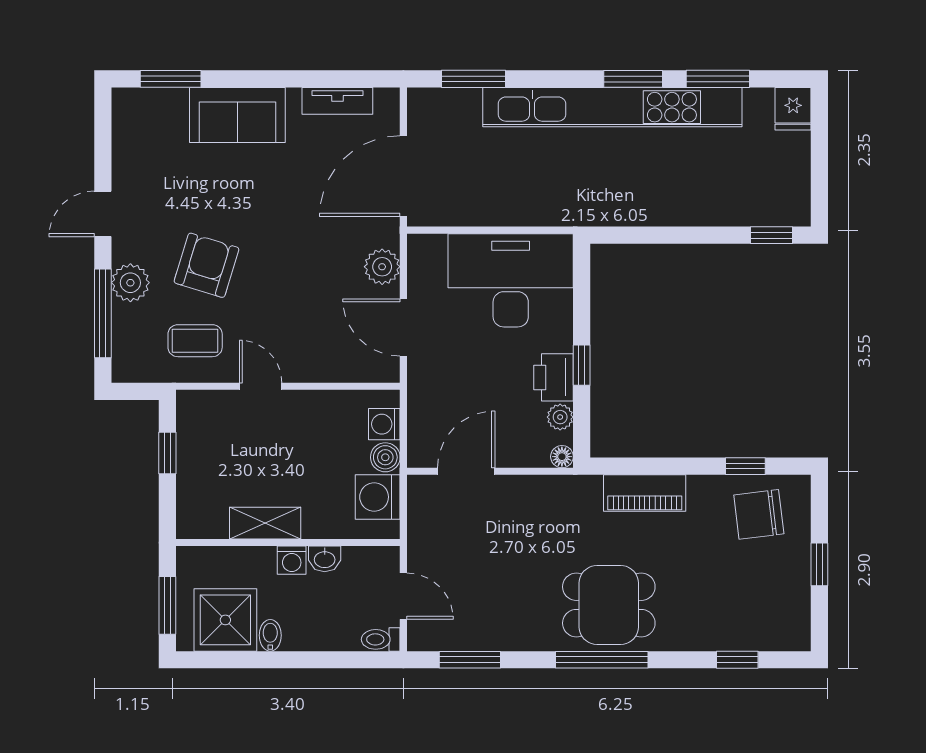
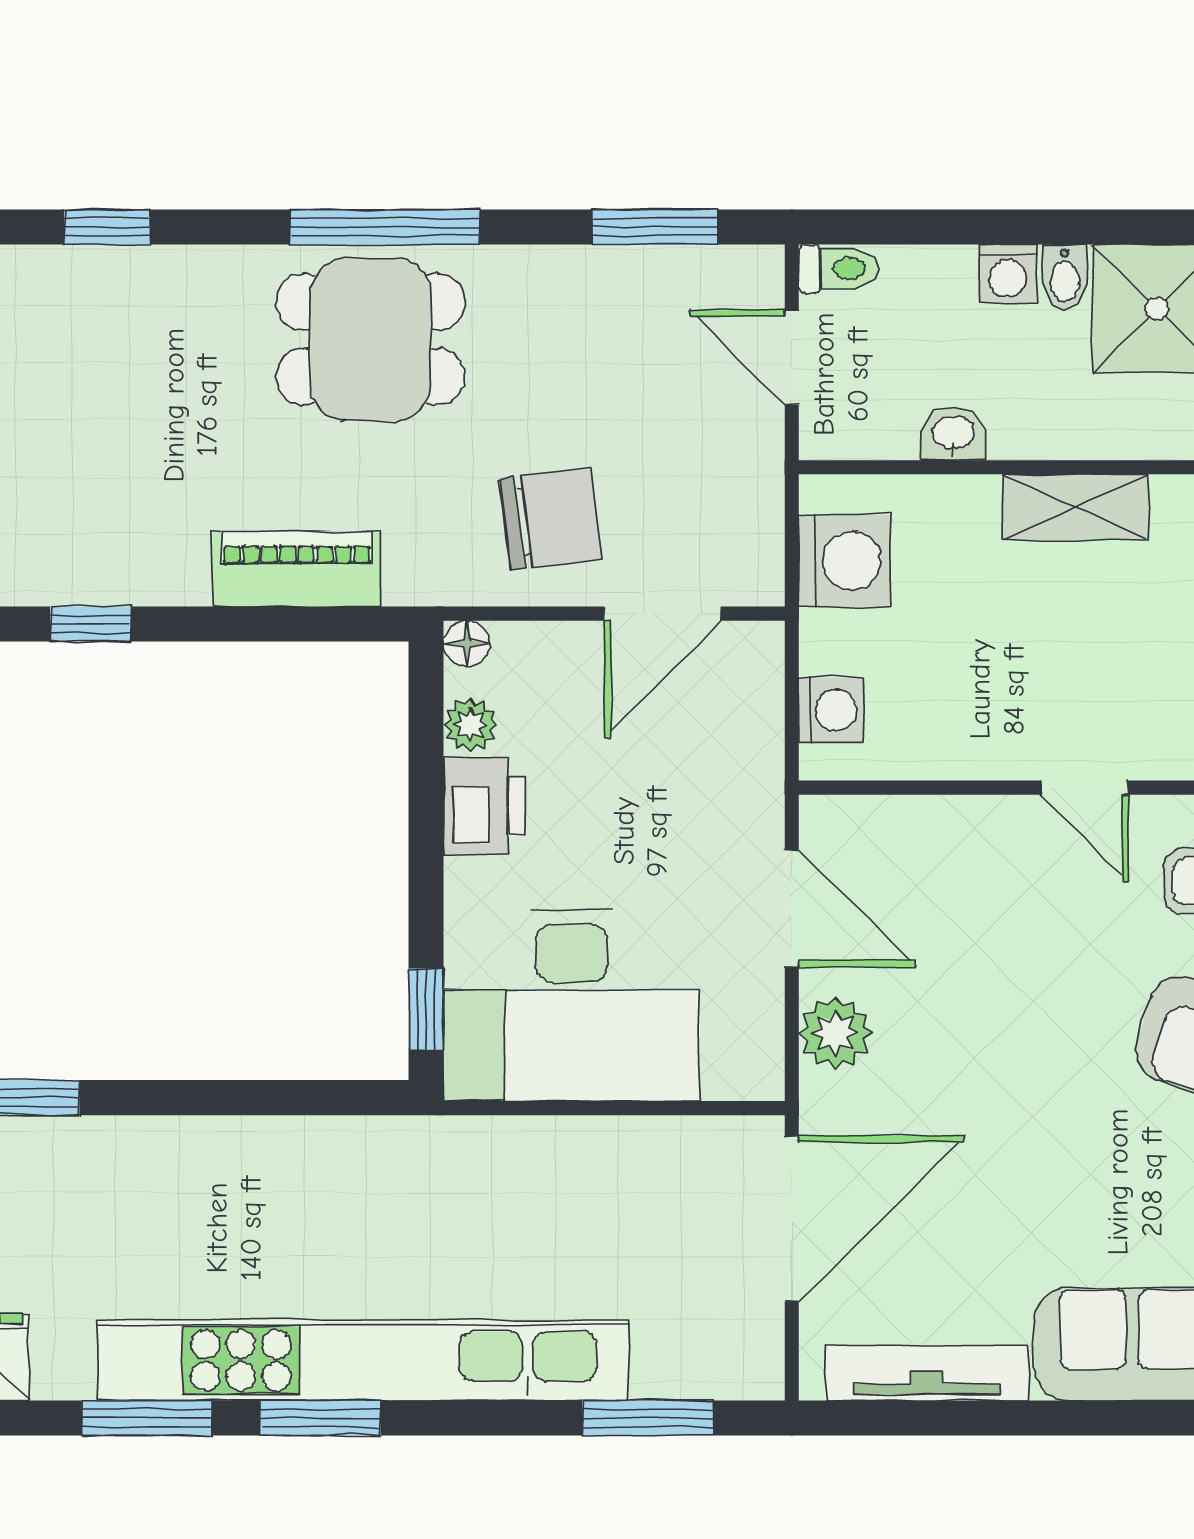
tv unit: (337, 101) -> (927, 1373), width x1.41
window: (582, 365) -> (426, 1010), moved
boiler: (385, 457) -> (829, 642), removed
chair: (759, 514) -> (551, 519), moved
washing machine: (292, 560) -> (1008, 274), moved, turned 180

